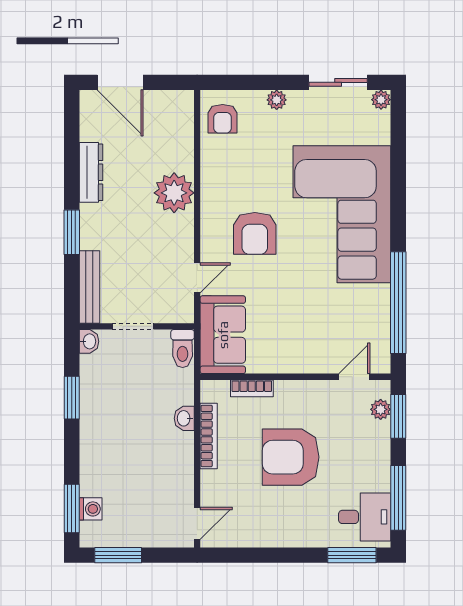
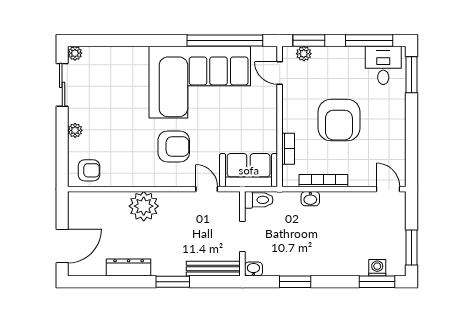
corner sofa: (342, 214) -> (200, 82), moved

